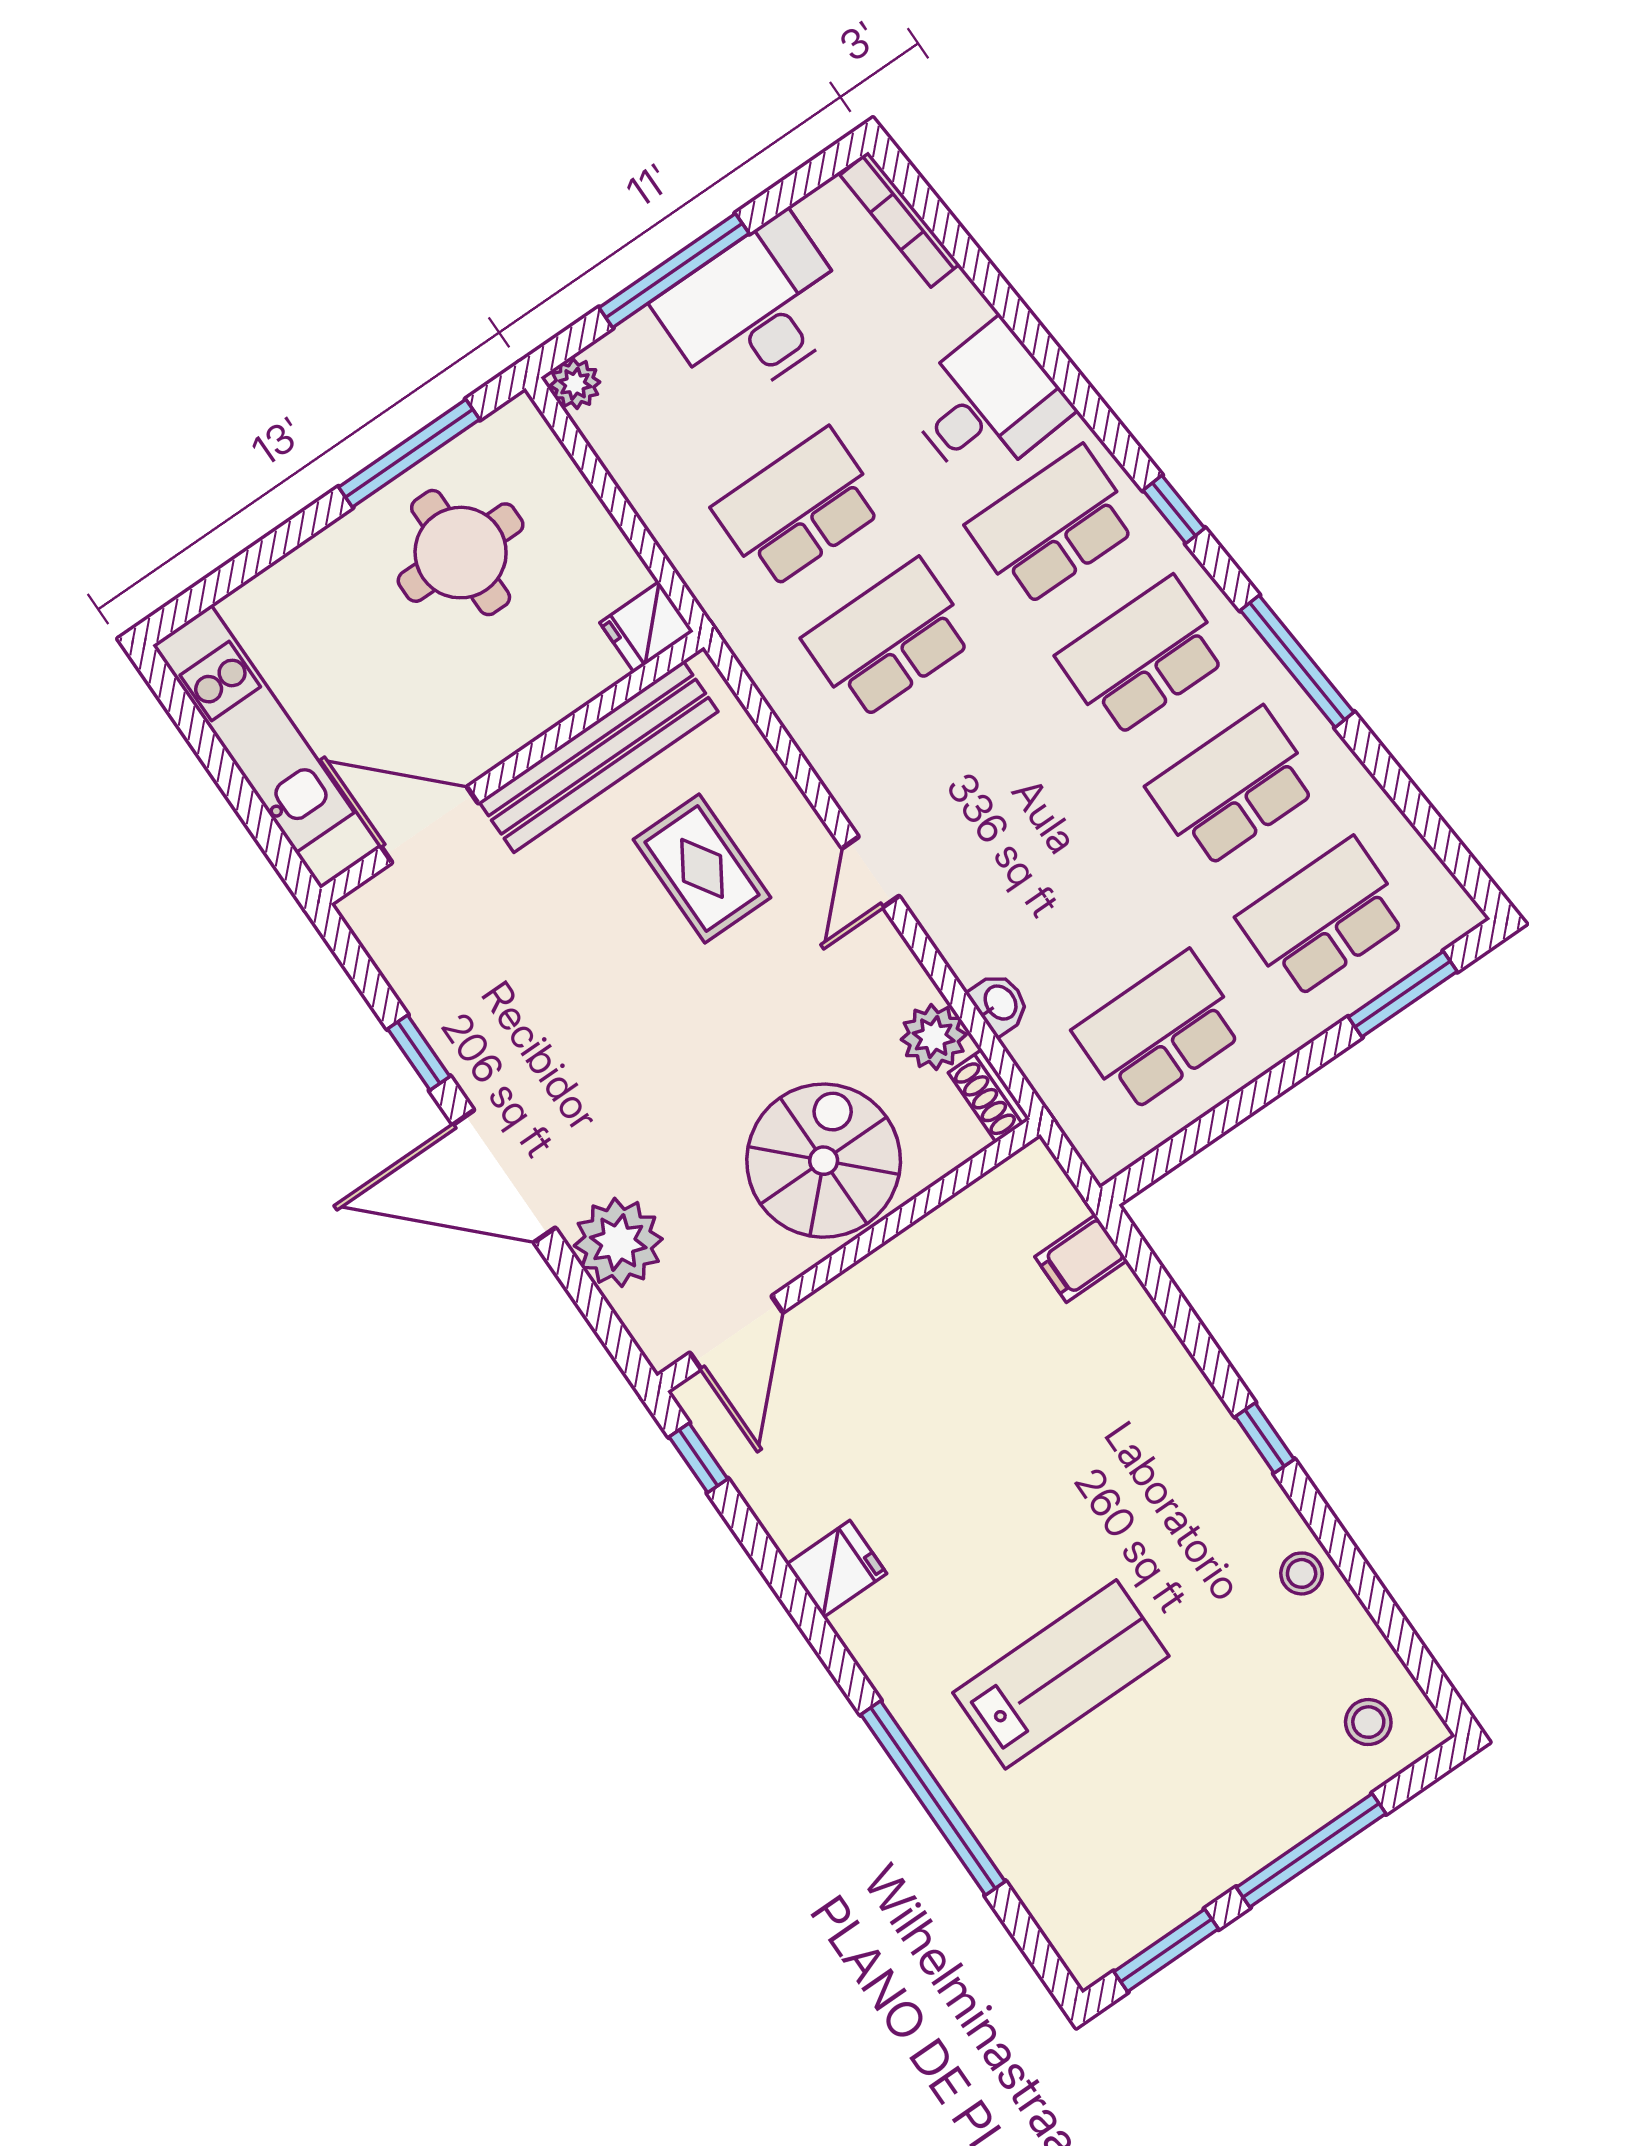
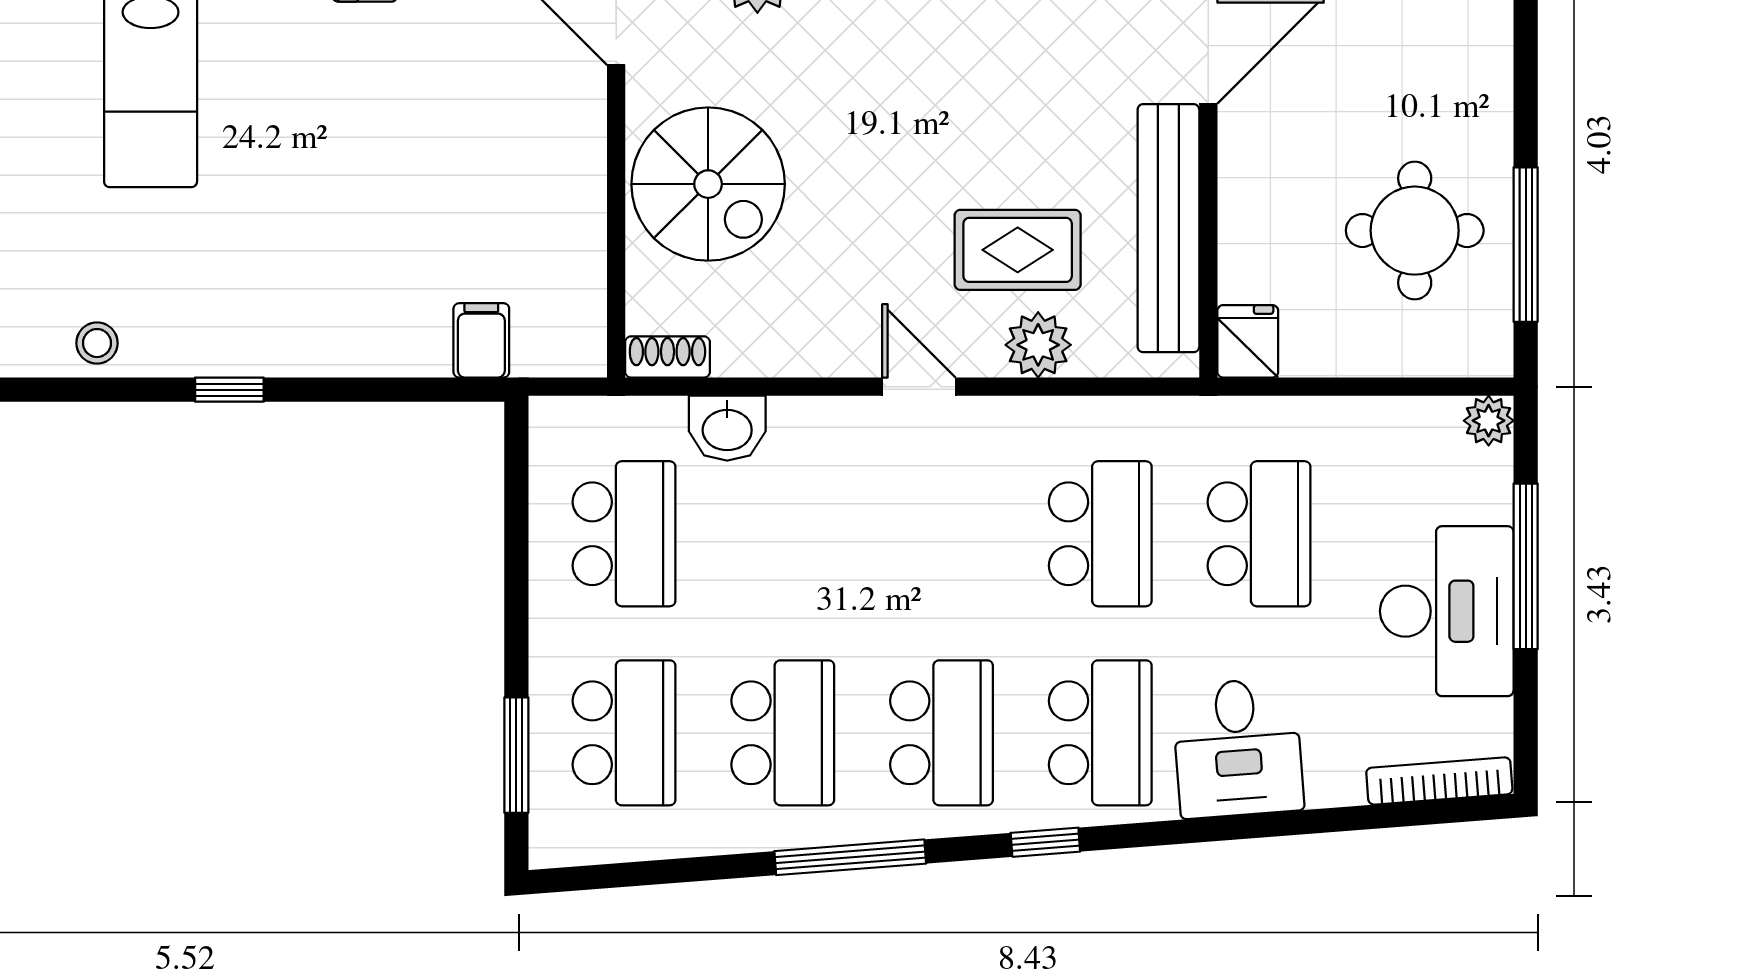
washbasin: (999, 1003) -> (727, 428), width x1.38, depth x1.45
plant: (934, 1037) -> (1038, 345), moved

